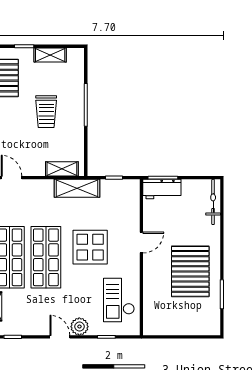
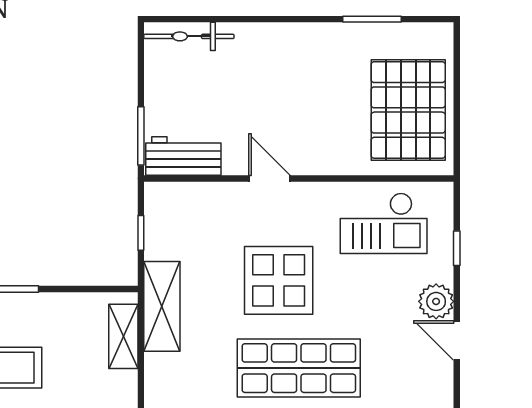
workbench: (162, 189) -> (183, 156), moved, turned -90
pallet: (190, 271) -> (408, 110), moved, turned 90
door: (60, 337) -> (457, 340), hinge flipped

